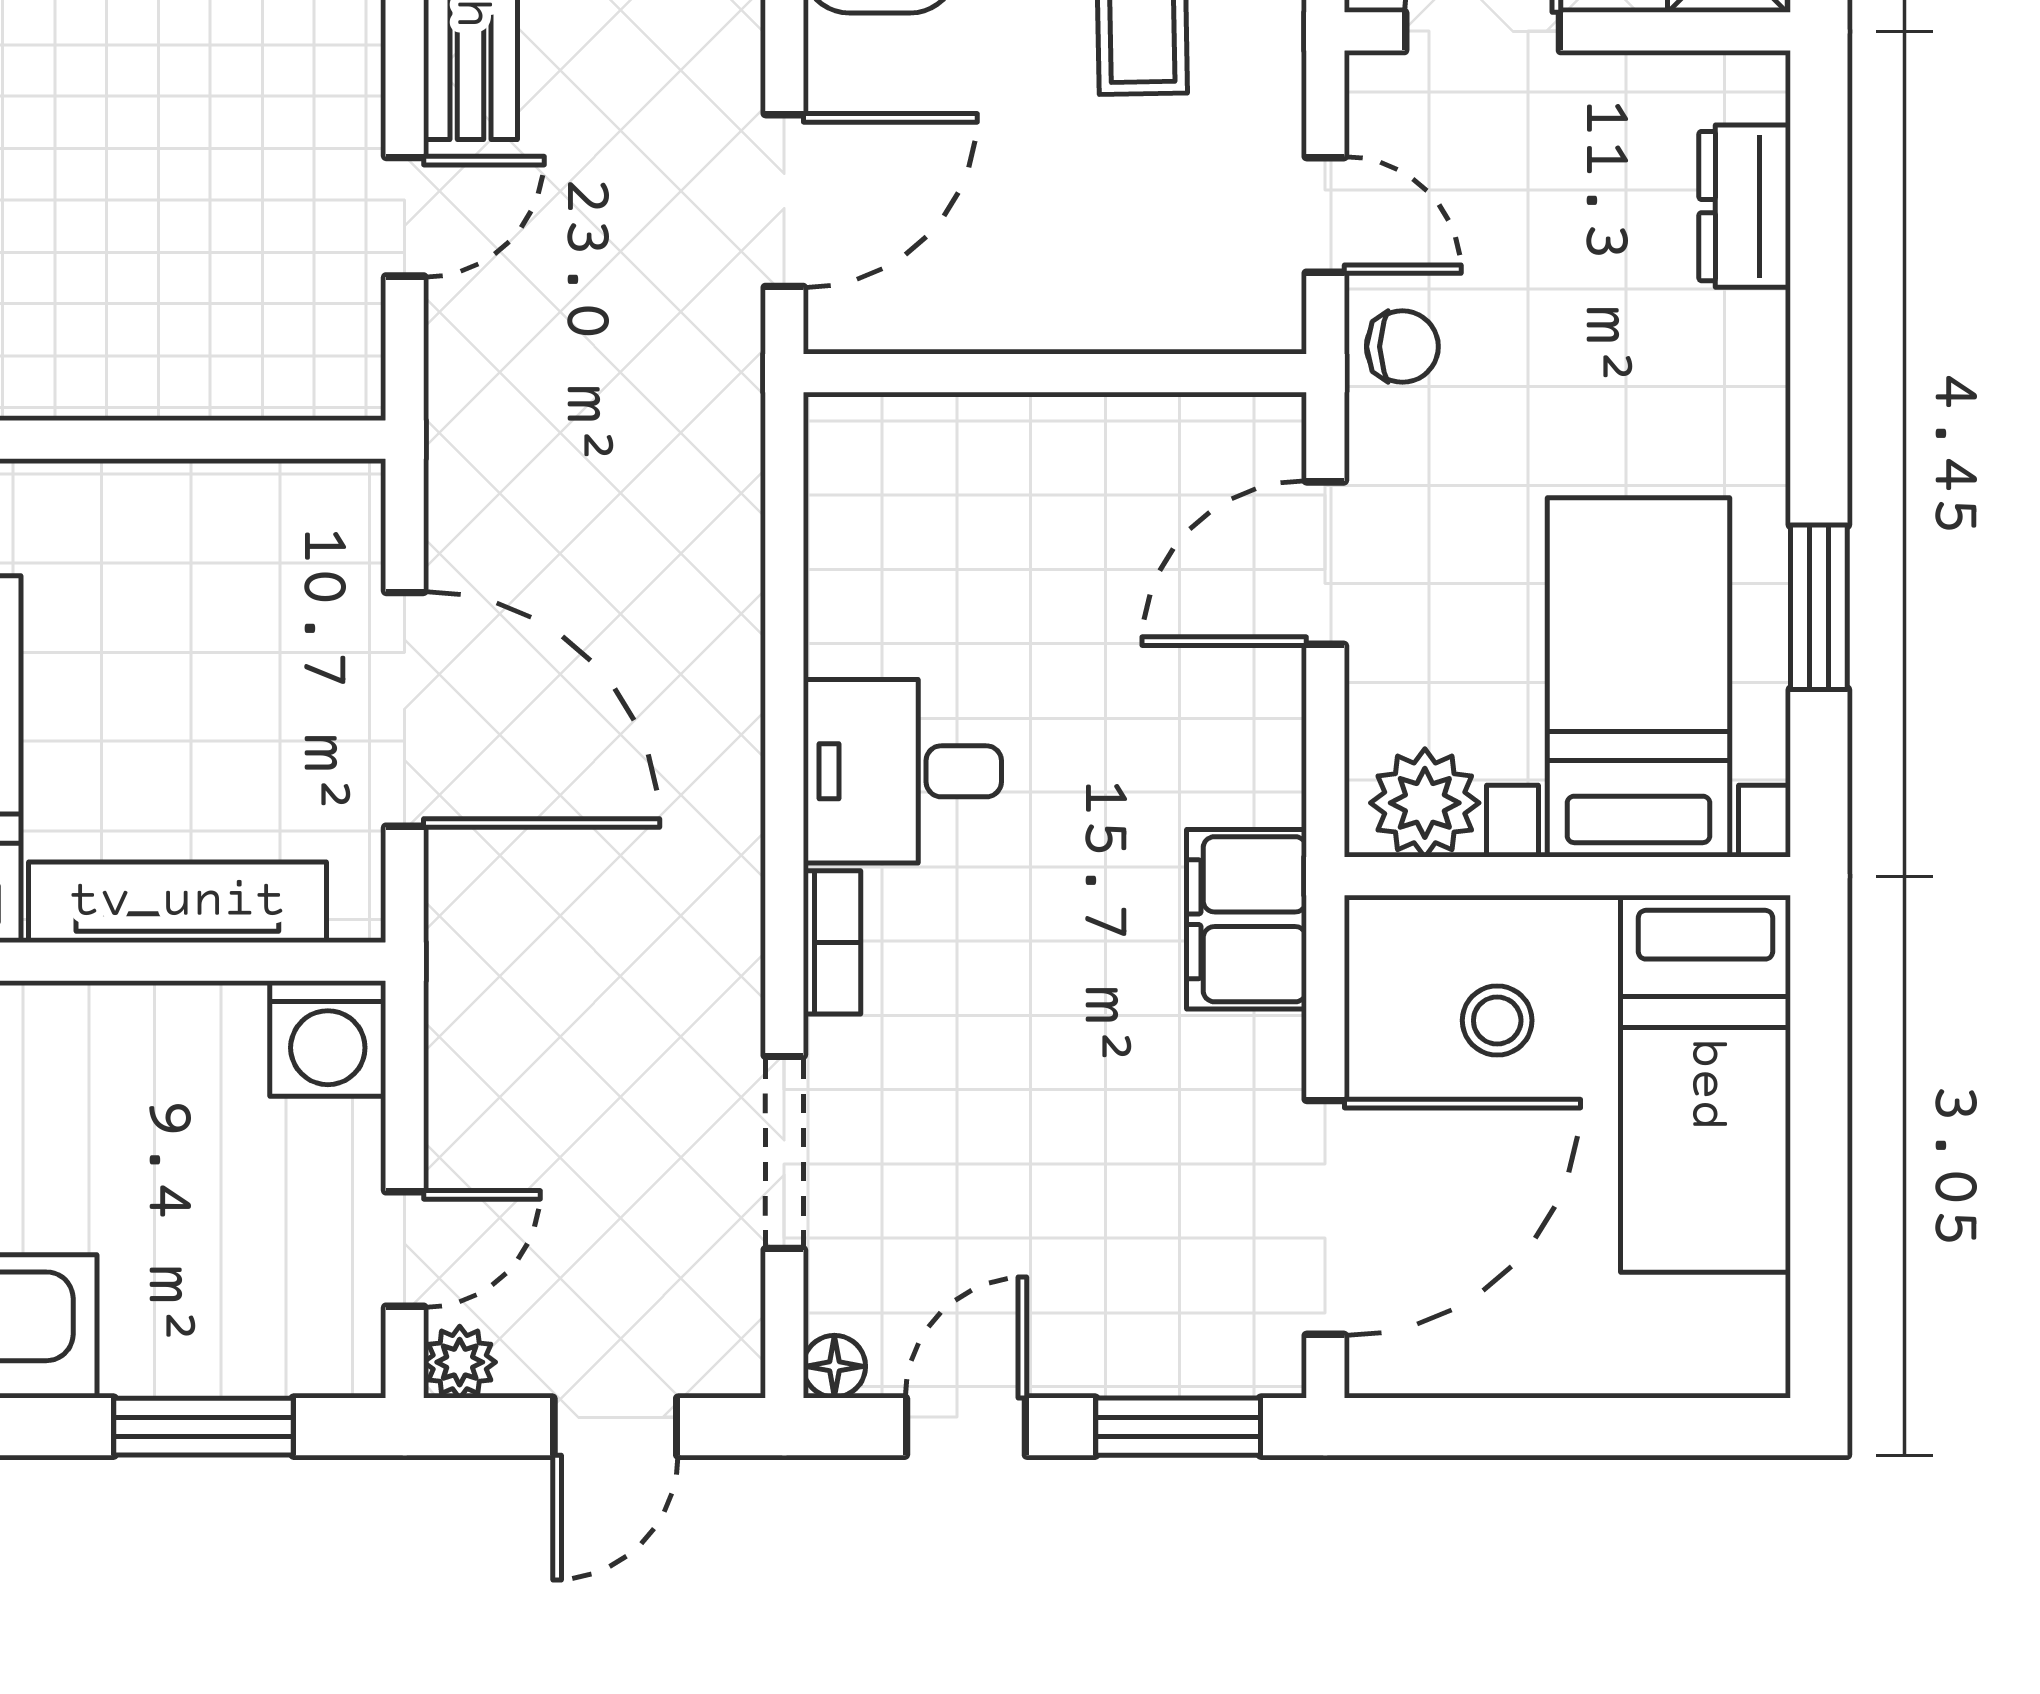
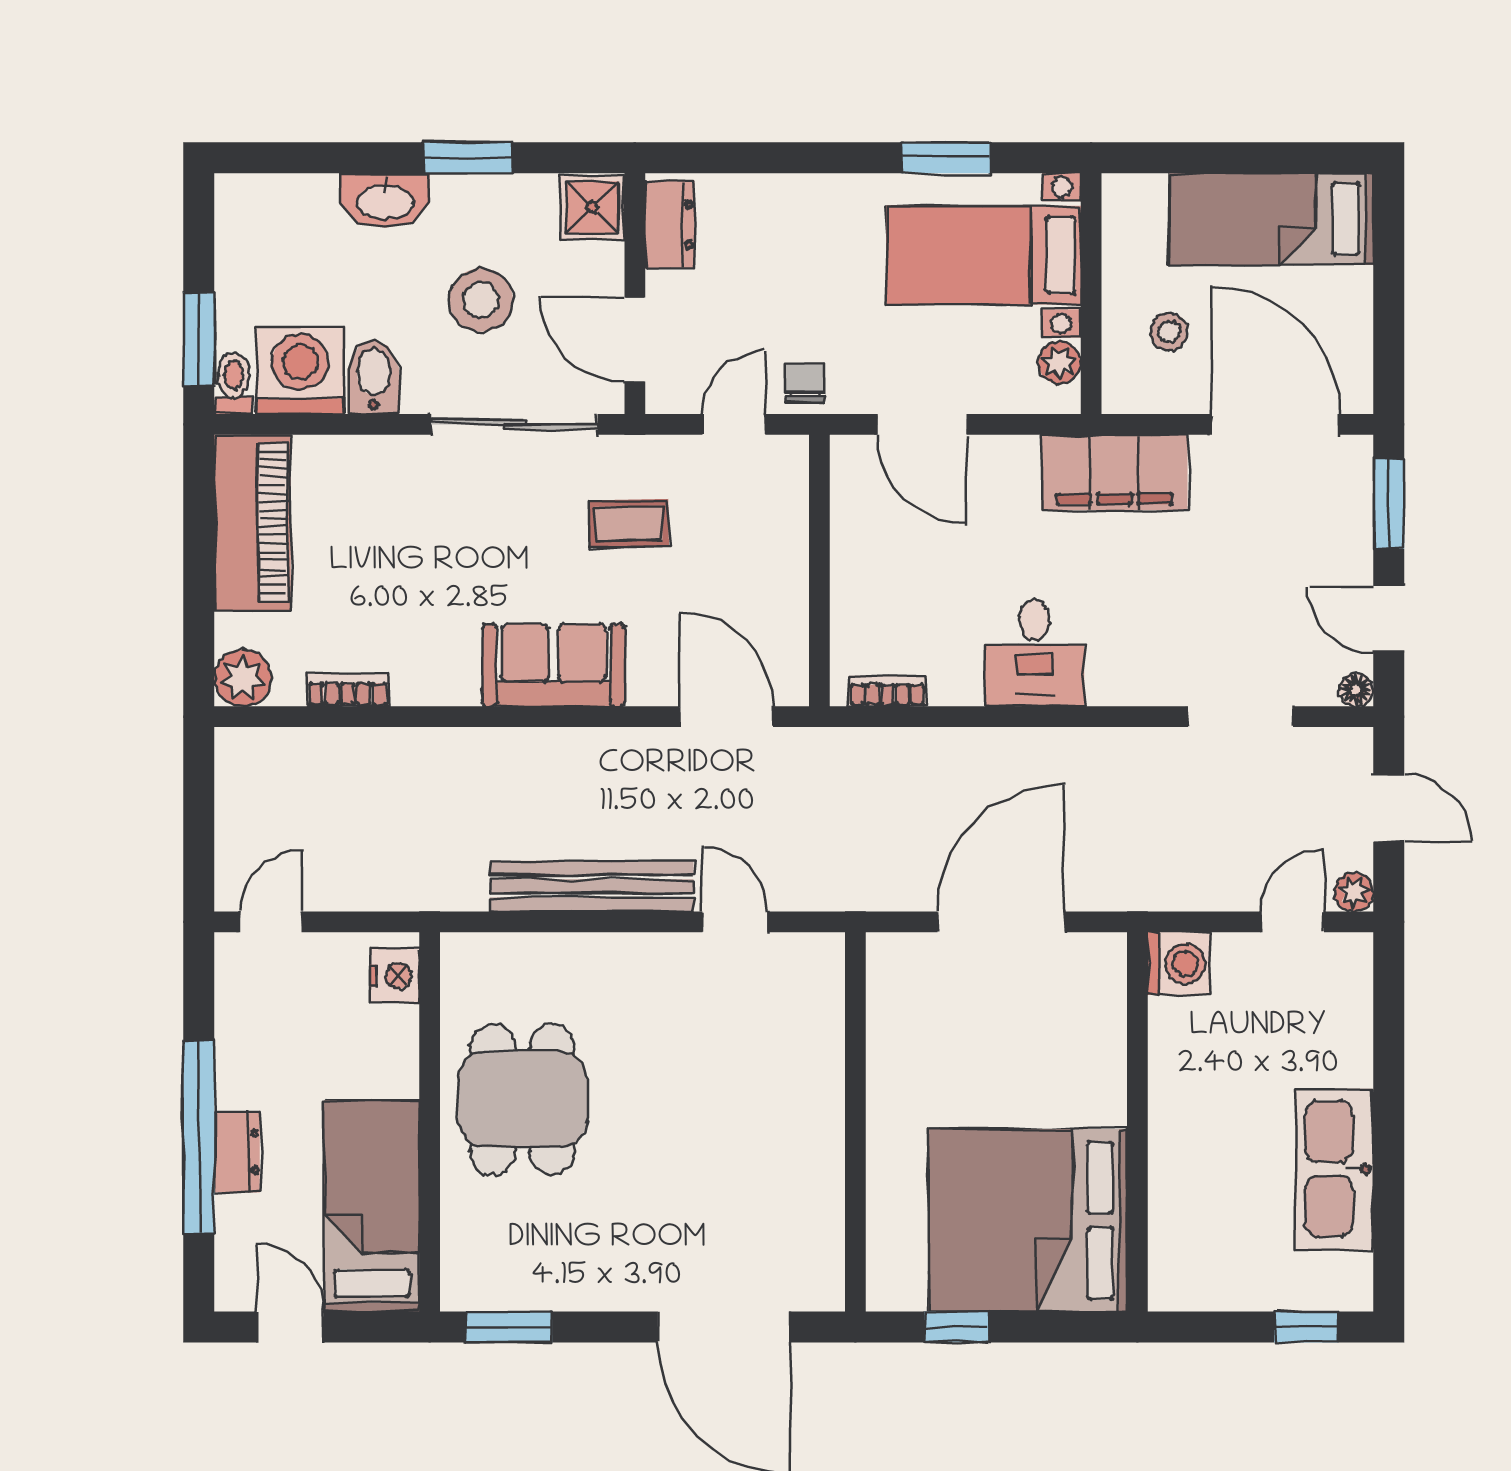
dresser: (1745, 206) -> (670, 225), moved, turned -90
plant: (1425, 803) -> (1060, 363), width x0.73, depth x0.73
tv unit: (177, 902) -> (1105, 1045), removed
filing cabinet: (1246, 919) -> (1115, 472), width x1.50, depth x1.17
bookcase: (832, 942) -> (888, 691), moved
bed: (1706, 1084) -> (1271, 219), moved, turned 180
door: (405, 1249) -> (1293, 922), hinge flipped
window: (204, 1427) -> (1389, 1031), removed

